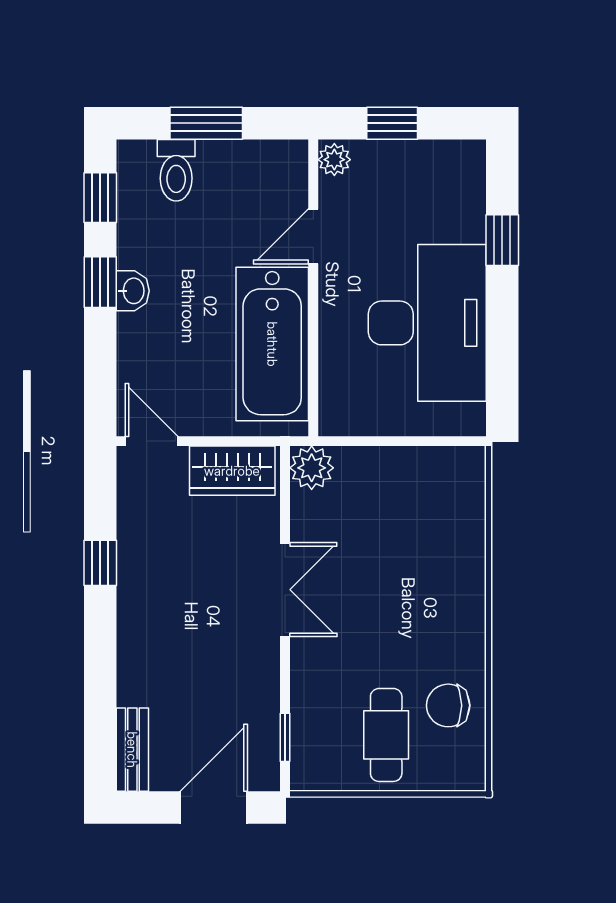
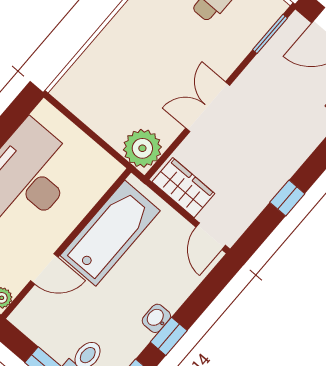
plant: (312, 468) -> (142, 148), width x1.36, depth x1.36
window: (285, 737) -> (270, 34), width x1.50

